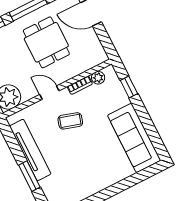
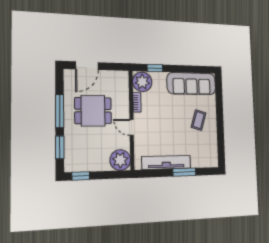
plant: (98, 78) -> (142, 82), width x1.88, depth x1.88
door: (49, 93) -> (132, 127), hinge flipped
coffee table: (70, 121) -> (199, 120), moved

